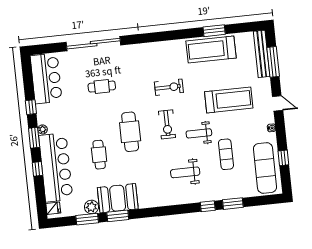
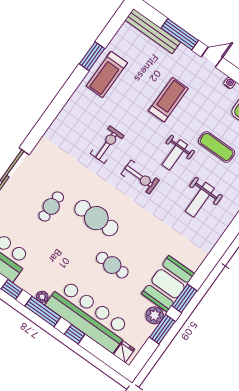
treadmill: (211, 49) -> (107, 74), width x0.73, depth x0.73
window: (273, 62) -> (180, 34), moved
treadmill: (229, 100) -> (168, 100), width x0.73, depth x0.73
cafe table: (130, 132) -> (96, 218), moved
window: (34, 138) -> (43, 312), width x1.44

